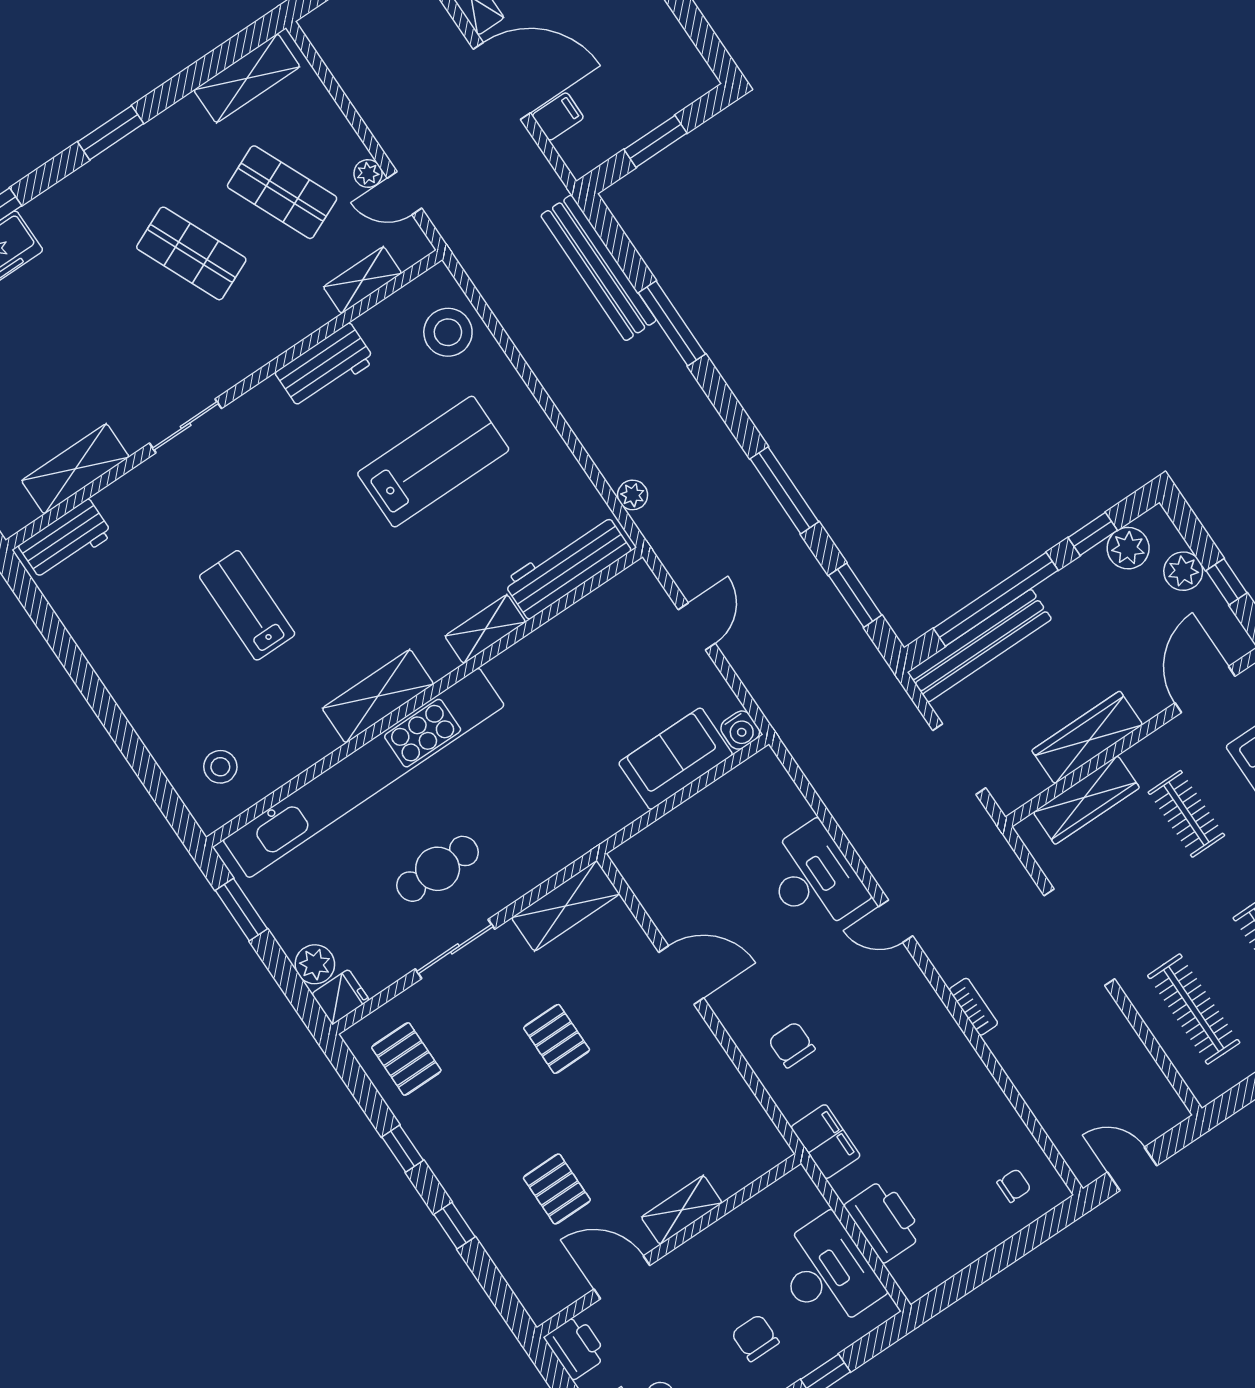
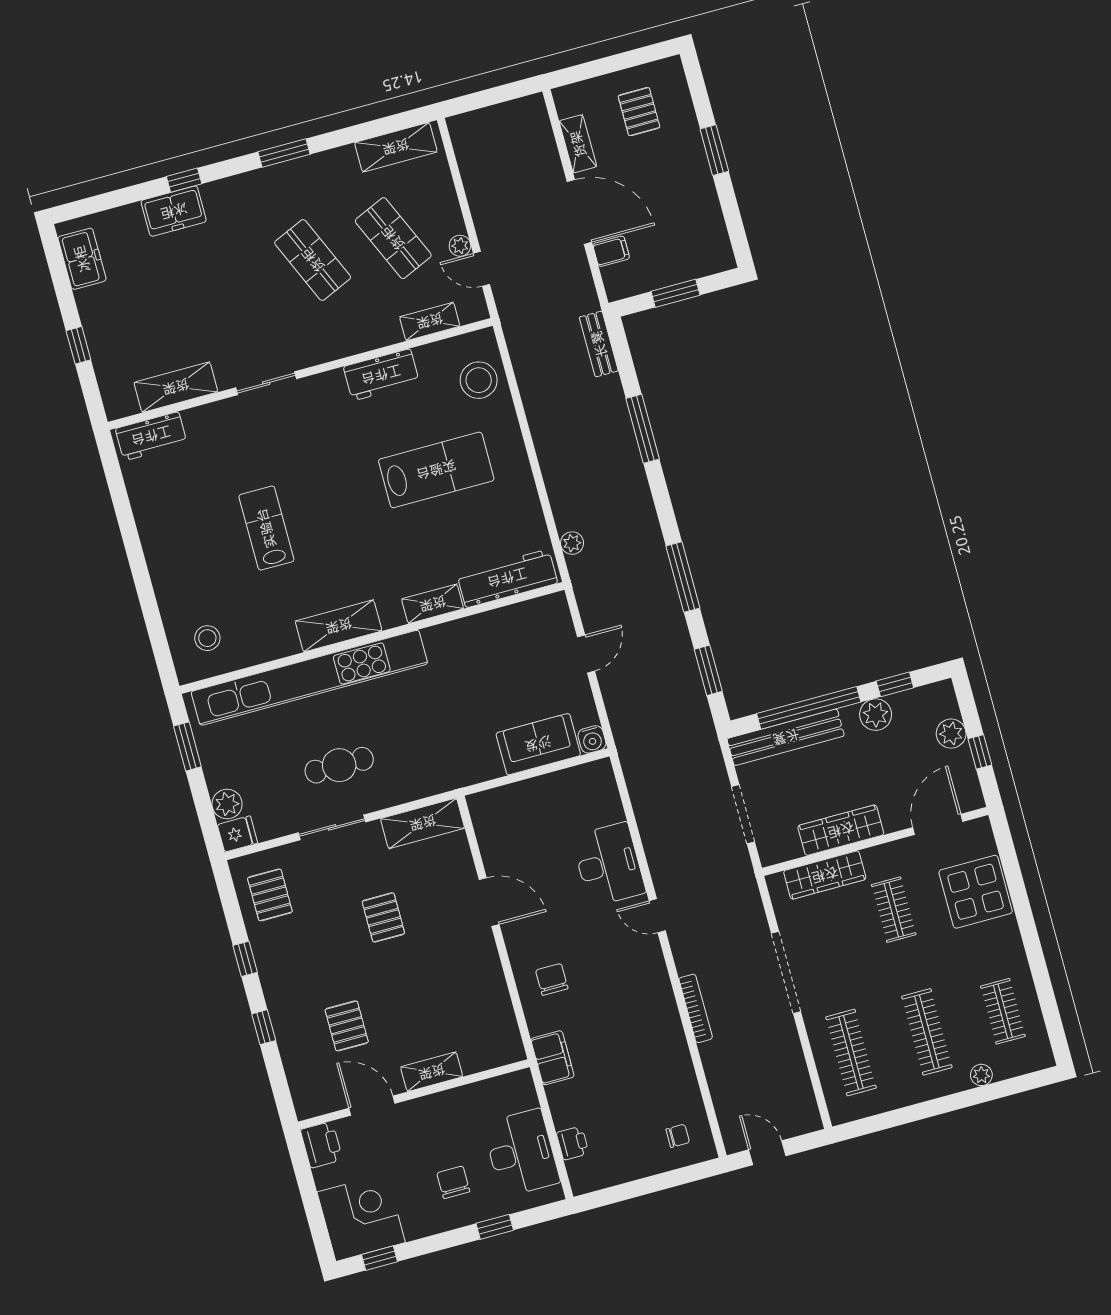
bench: (599, 268) -> (599, 344), width x0.54, depth x0.82
plant: (1128, 548) -> (876, 715), moved
bookcase: (973, 1007) -> (696, 1008), width x1.56
printer: (884, 1221) -> (573, 1143), width x0.53, depth x0.68

